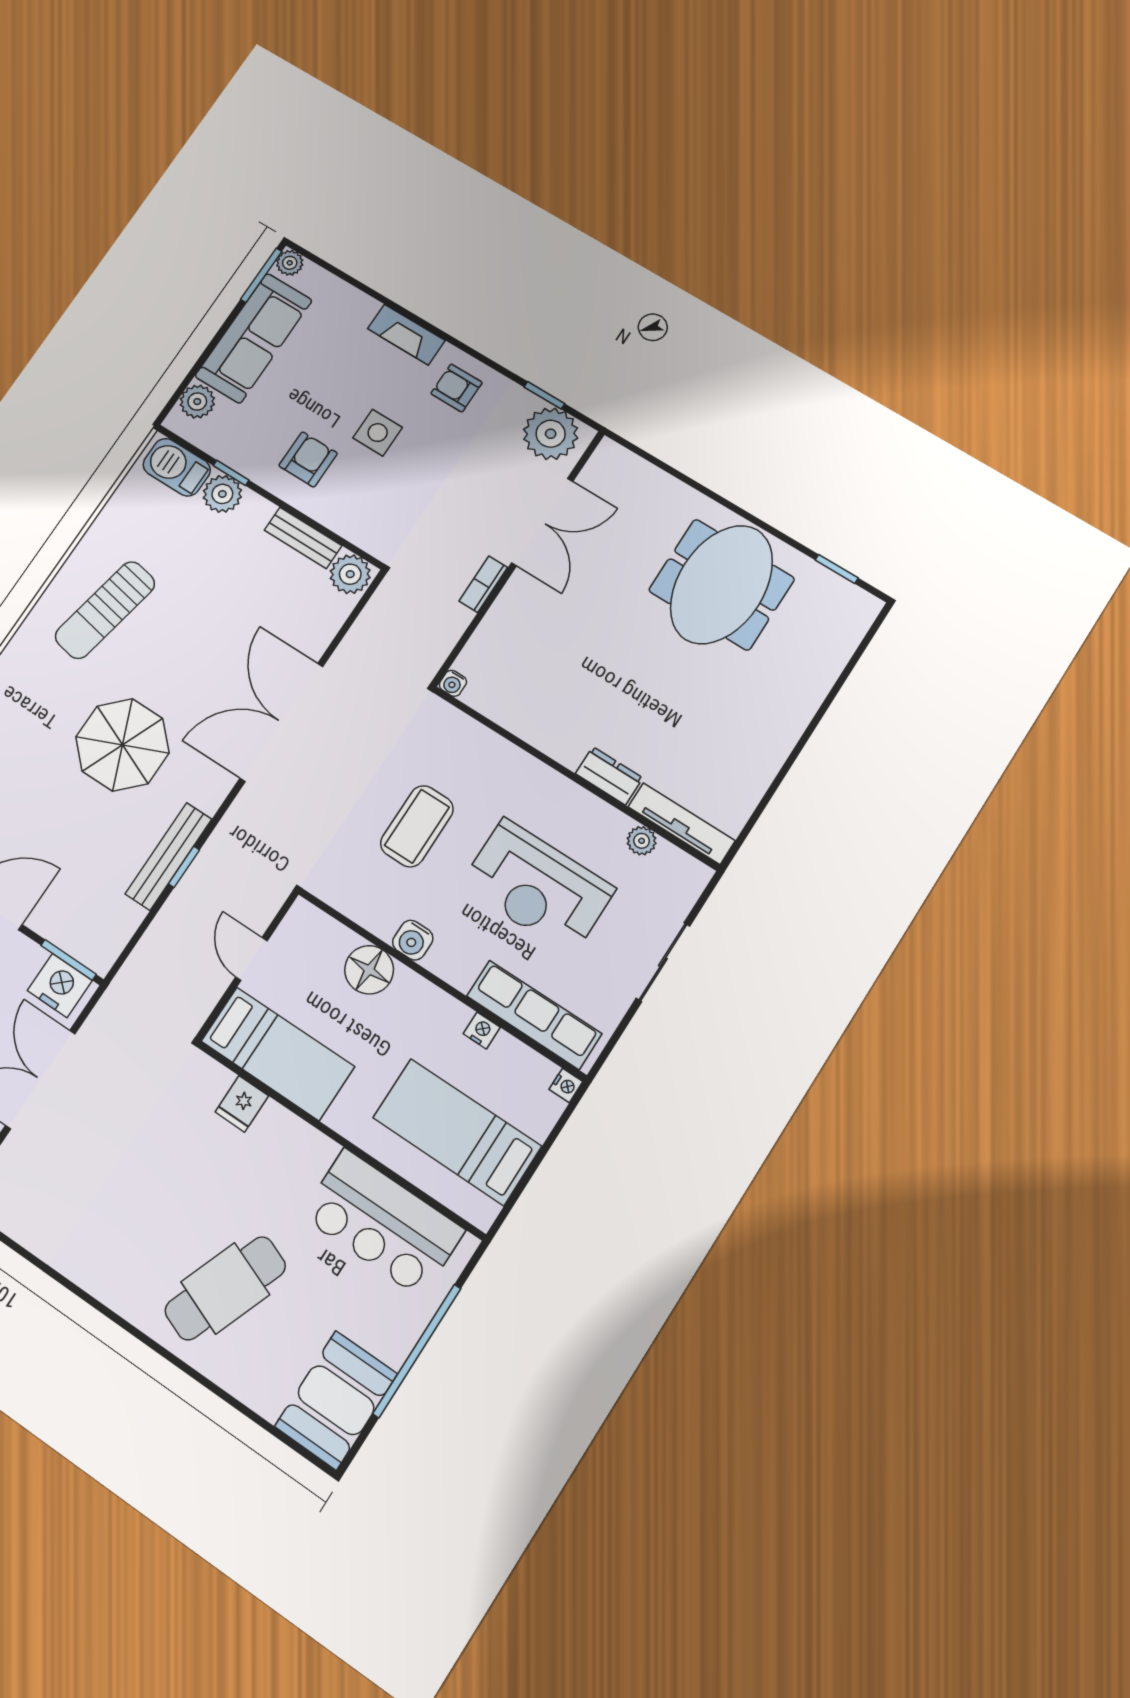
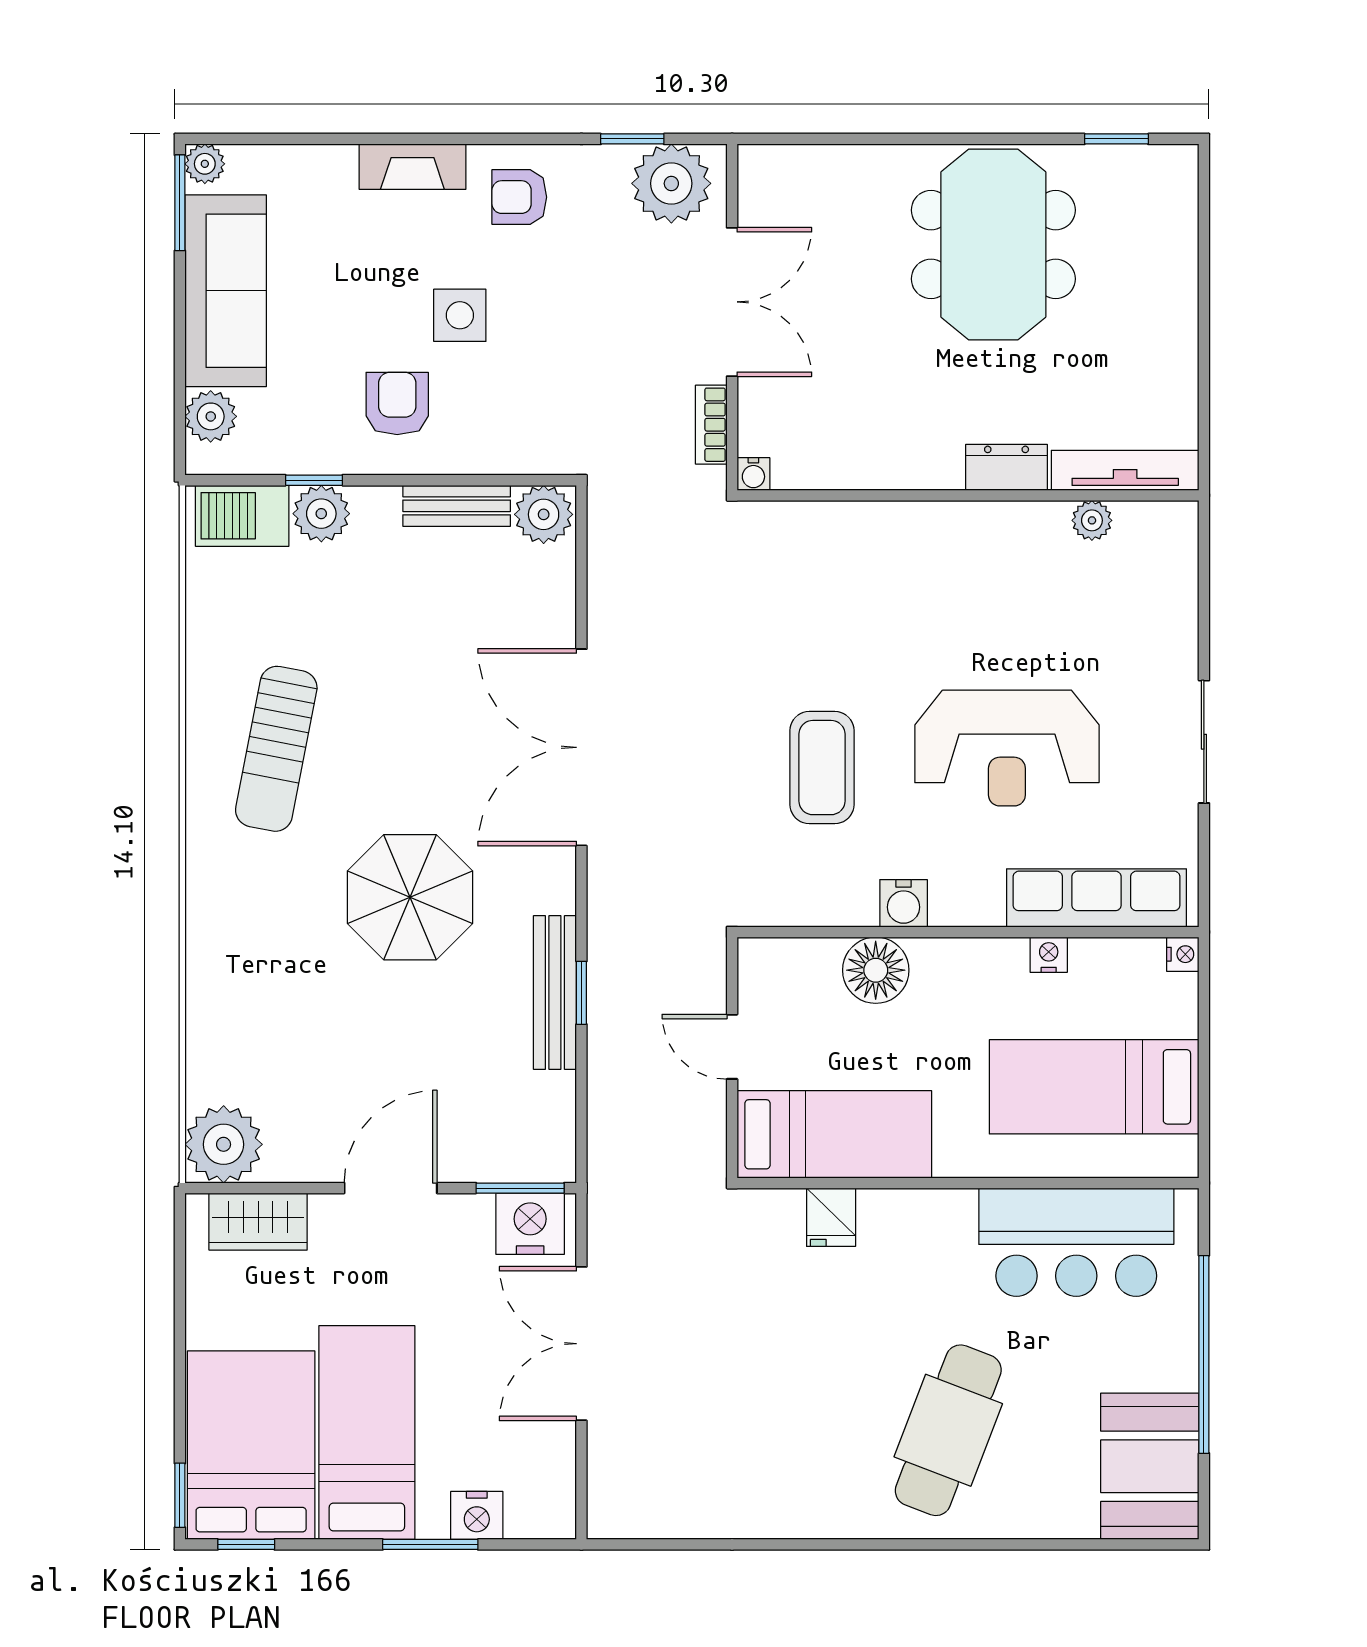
water cooler: (453, 683) -> (753, 474), moved
dresser: (609, 776) -> (1007, 467), moved
wall: (575, 778) -> (968, 495), moved
tv unit: (682, 824) -> (1125, 470), moved
plant: (642, 841) -> (1092, 520), moved

